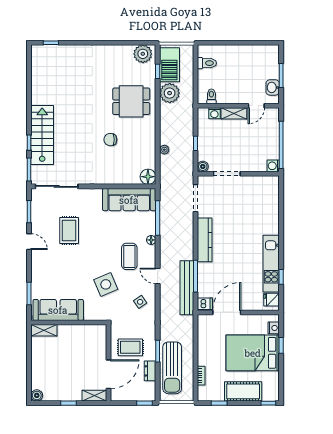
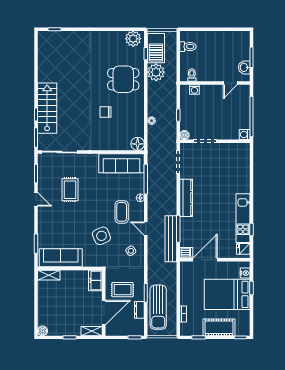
shelving: (234, 113) -> (211, 90), removed
freezer: (99, 337) -> (95, 280), added

